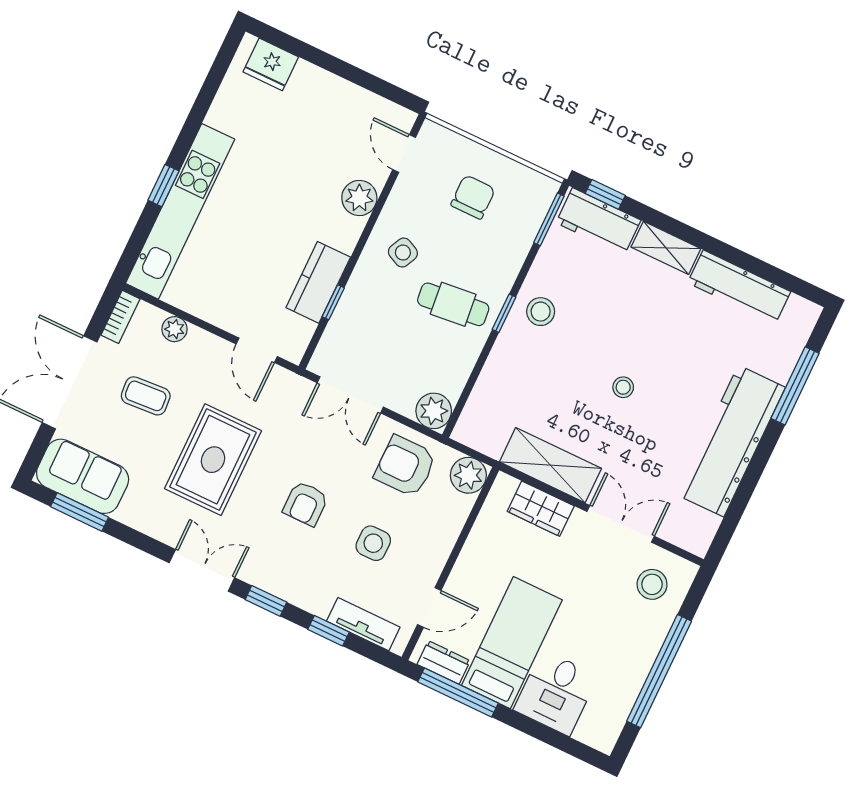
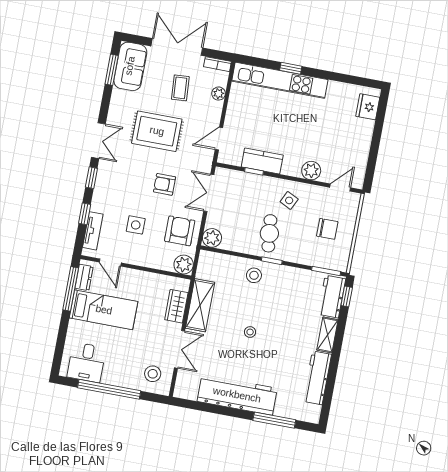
stool: (541, 312) -> (254, 275), moved
armchair: (306, 504) -> (165, 184), moved
desk: (556, 693) -> (86, 362), moved, turned -90

